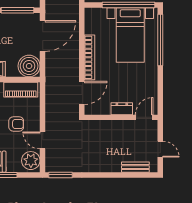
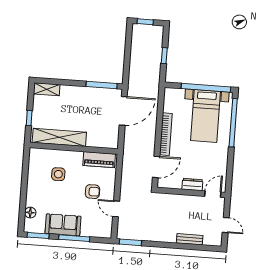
boiler: (29, 66) -> (109, 138), removed
plant: (31, 161) -> (104, 227), removed
bench: (135, 167) -> (190, 239), moved

